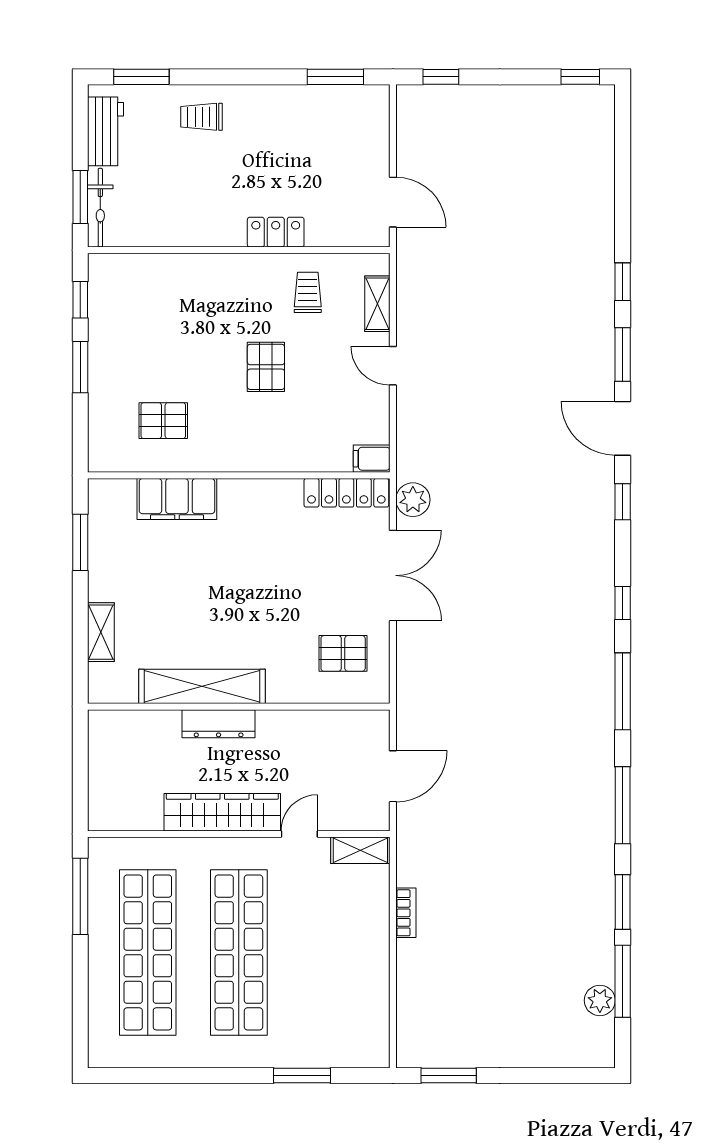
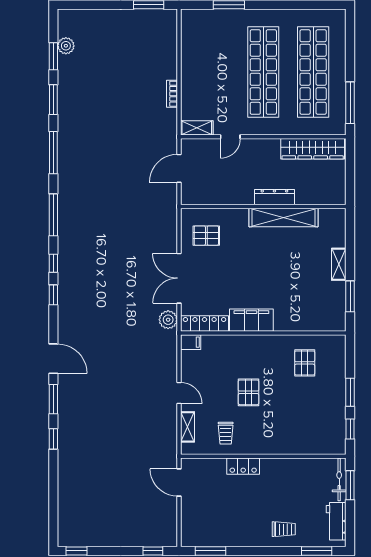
pallet: (163, 421) -> (305, 363), turned 90
filing cabinet: (177, 499) -> (251, 320), moved
window: (623, 502) -> (53, 295), moved
shelving: (101, 632) -> (339, 264), moved
wardrobe: (222, 812) -> (313, 149), moved
window: (623, 981) -> (53, 56), width x0.69

